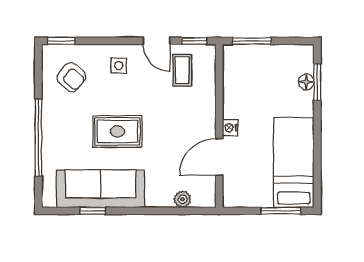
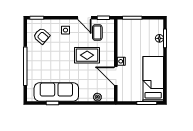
rug: (117, 131) -> (87, 55), moved
door: (219, 157) -> (116, 76), hinge flipped

